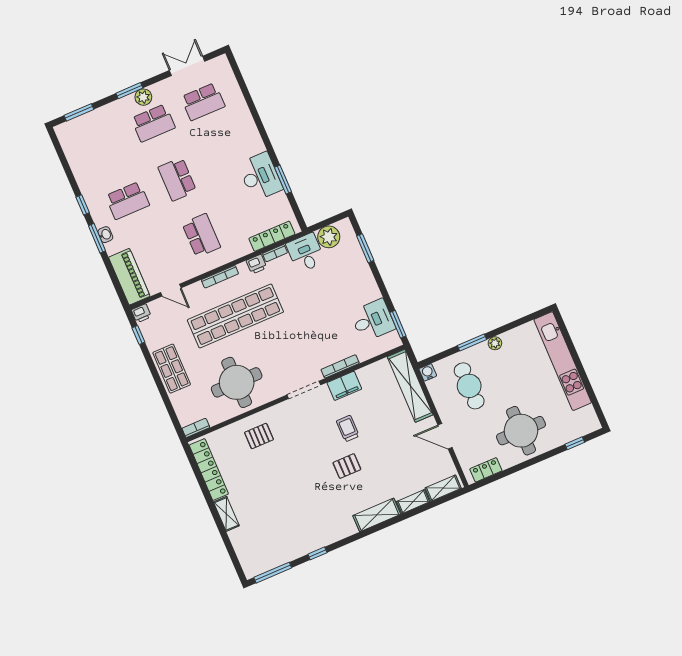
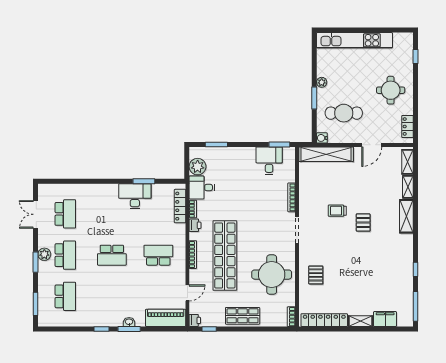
school desk: (127, 201) -> (65, 296), moved
filing cabinet: (344, 386) -> (385, 319), moved, turned -90
round table: (521, 431) -> (391, 90), width x0.73, depth x0.73

